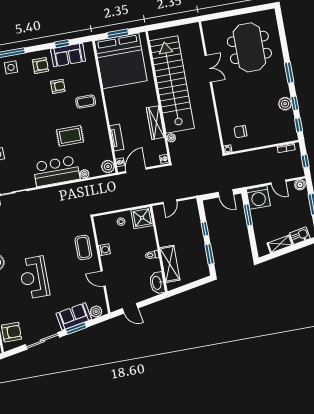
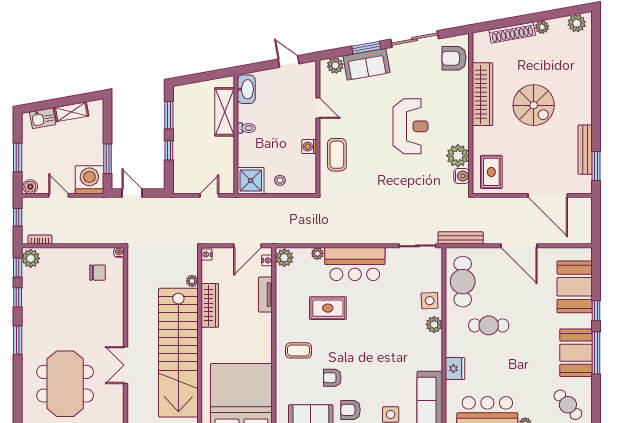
plant: (285, 104) -> (31, 258), moved

